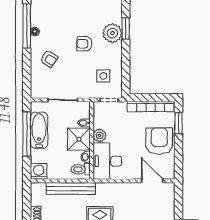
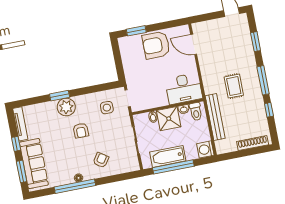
bookcase: (150, 107) -> (126, 59), removed
plant: (100, 135) -> (162, 100), removed
door: (152, 181) -> (194, 44), hinge flipped

